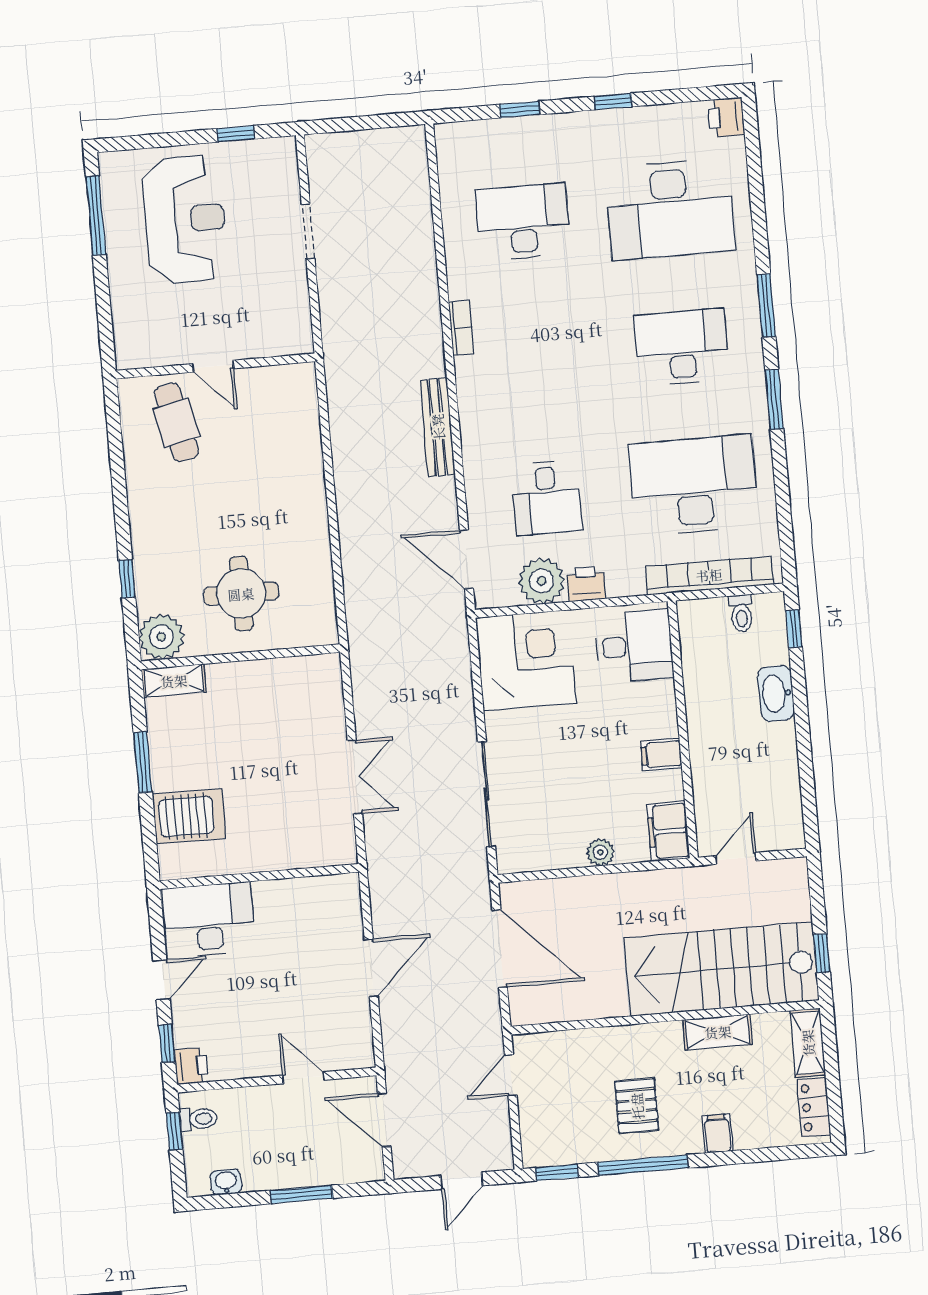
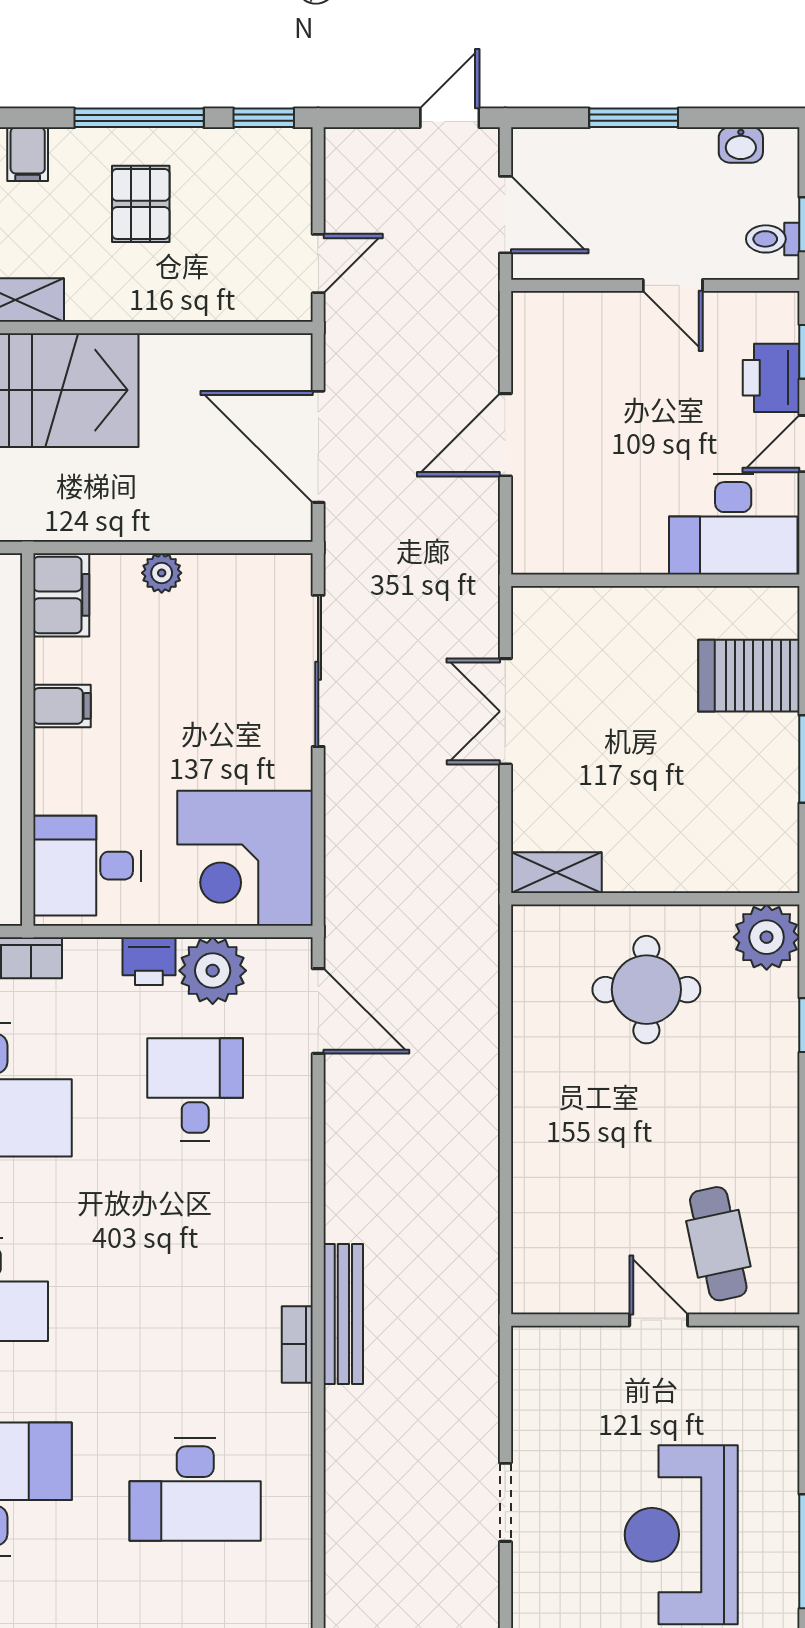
bench: (438, 427) -> (343, 1314), moved
shelving: (174, 681) -> (556, 873), moved
printer: (191, 1066) -> (771, 378), moved, width x1.36, depth x1.24
door: (303, 1078) -> (673, 285), moved
door: (462, 1181) -> (450, 118), moved

